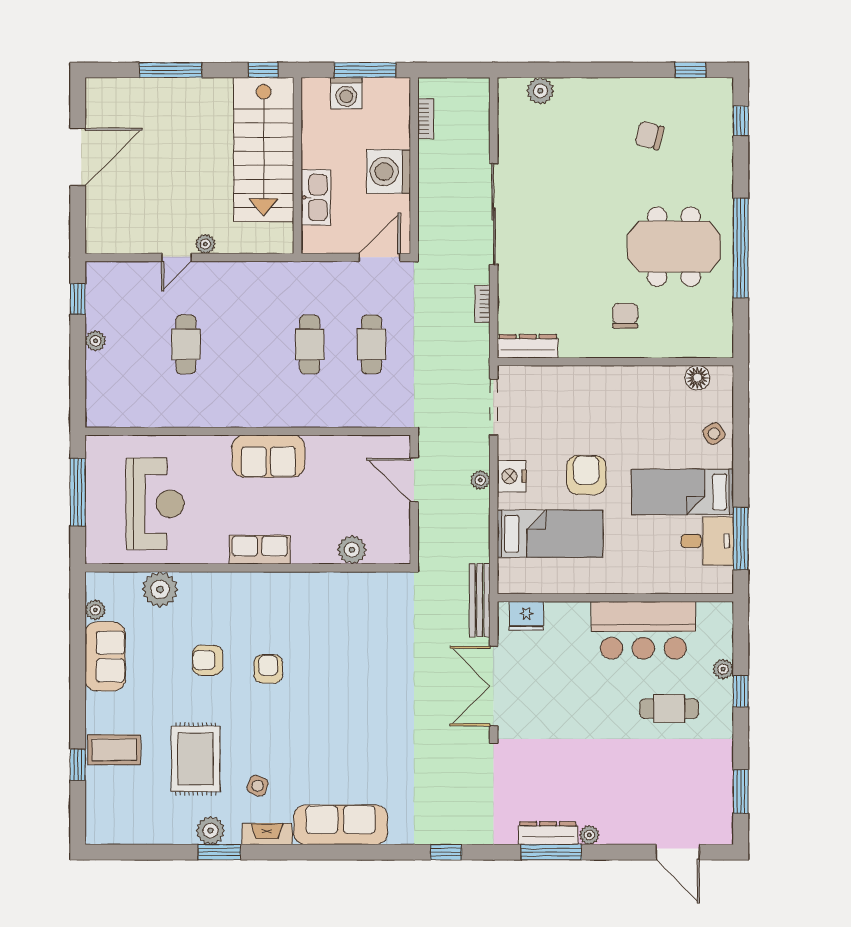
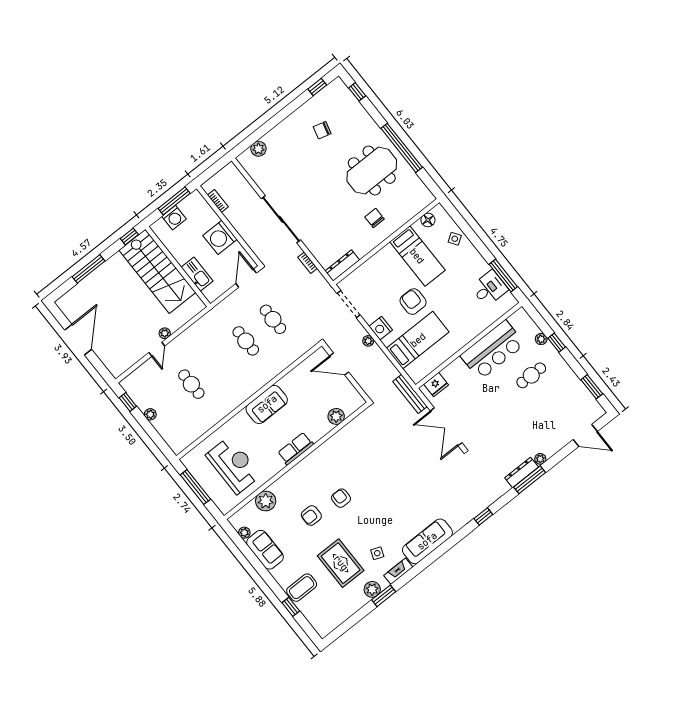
bed: (682, 492) -> (417, 256), moved, turned -90

